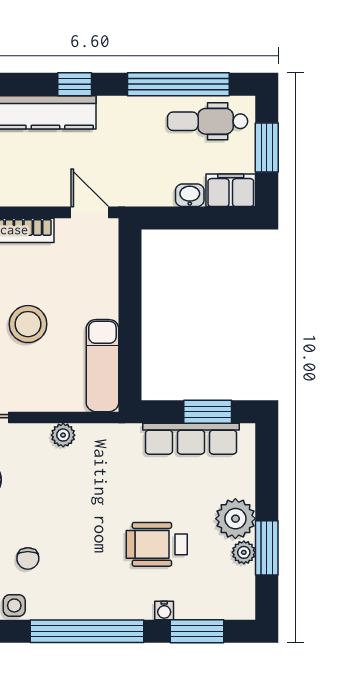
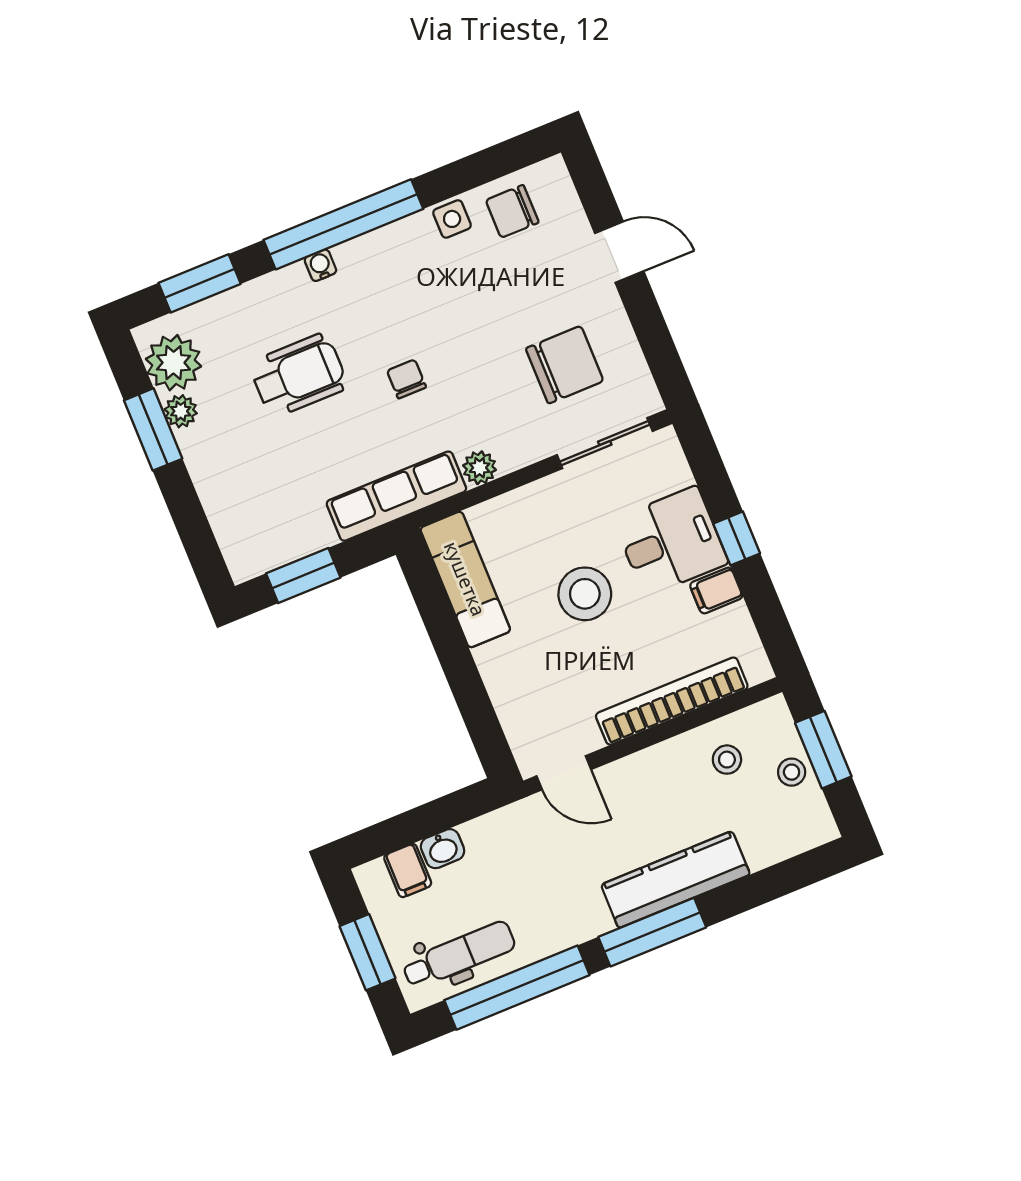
window: (75, 84) -> (652, 932), width x2.17
filing cabinet: (231, 190) -> (408, 871), width x0.50
row of seats: (191, 439) -> (396, 496), moved
plant: (235, 519) -> (173, 363), moved
chair: (28, 559) -> (406, 379), moved
water cooler: (164, 610) -> (320, 265), moved

